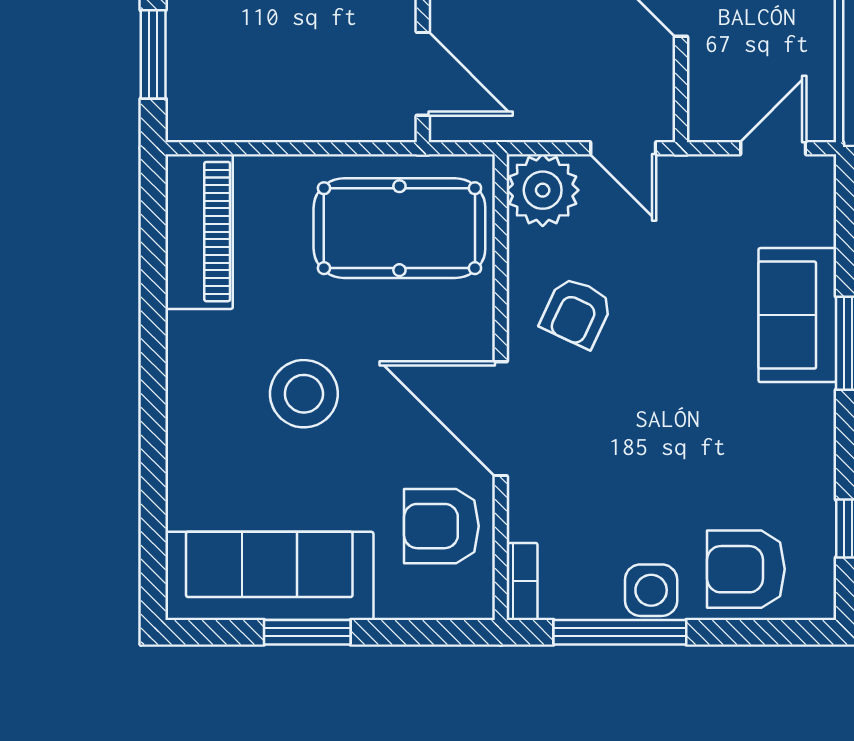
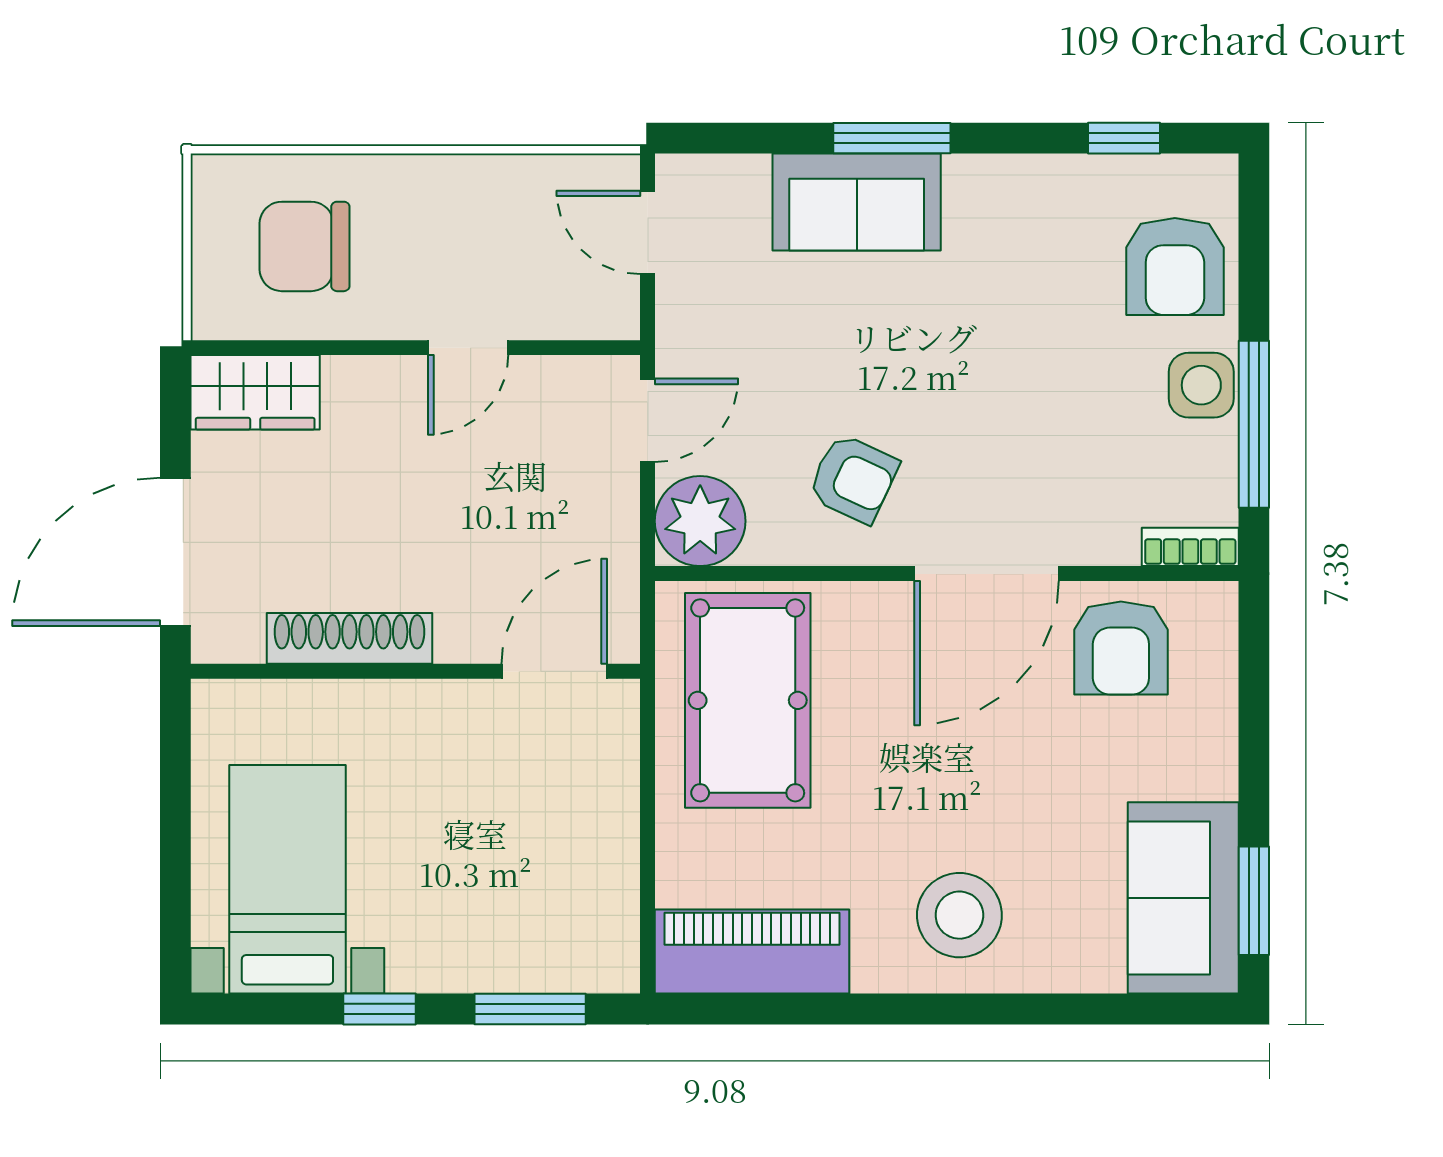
stool: (304, 394) -> (959, 915), moved
sofa: (269, 576) -> (1183, 898), width x0.73
window: (307, 632) -> (1254, 901), moved

